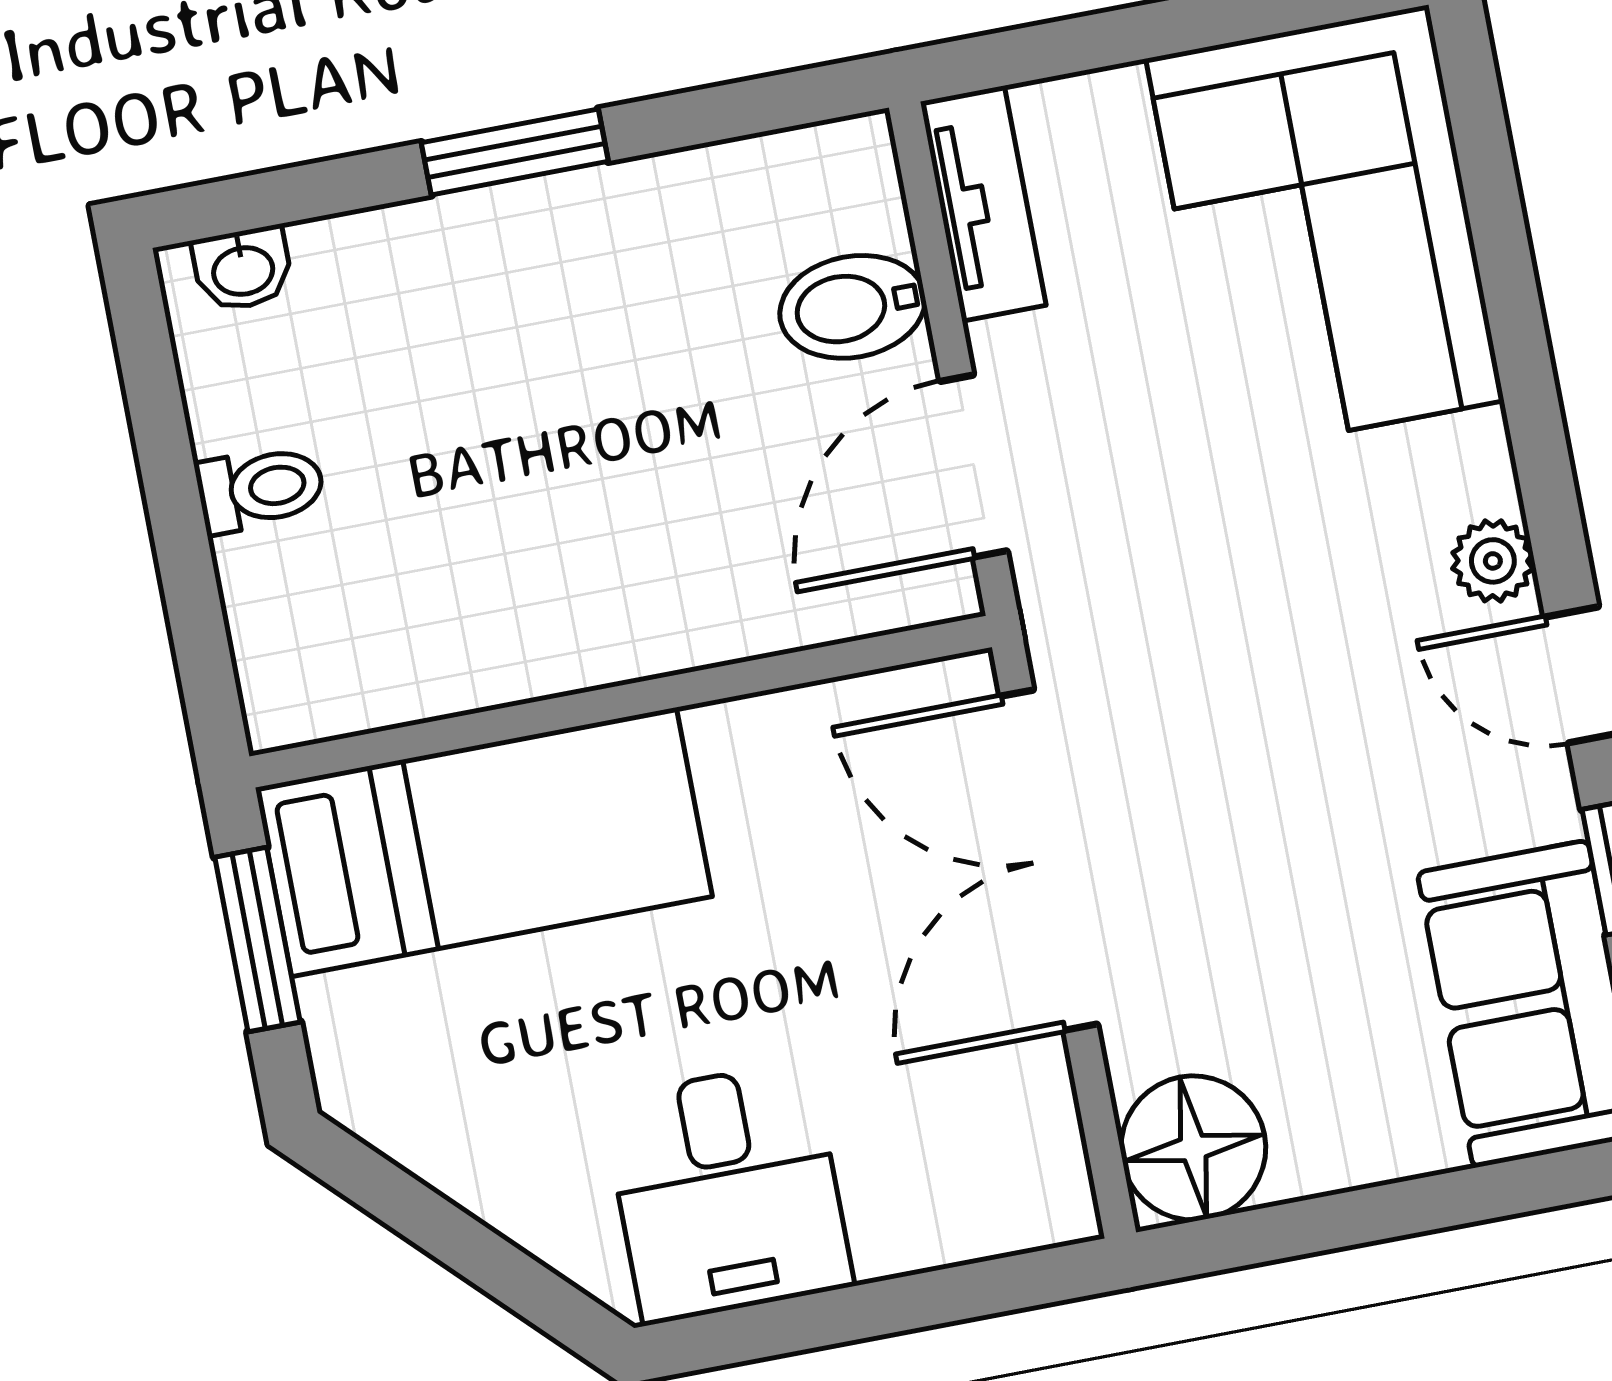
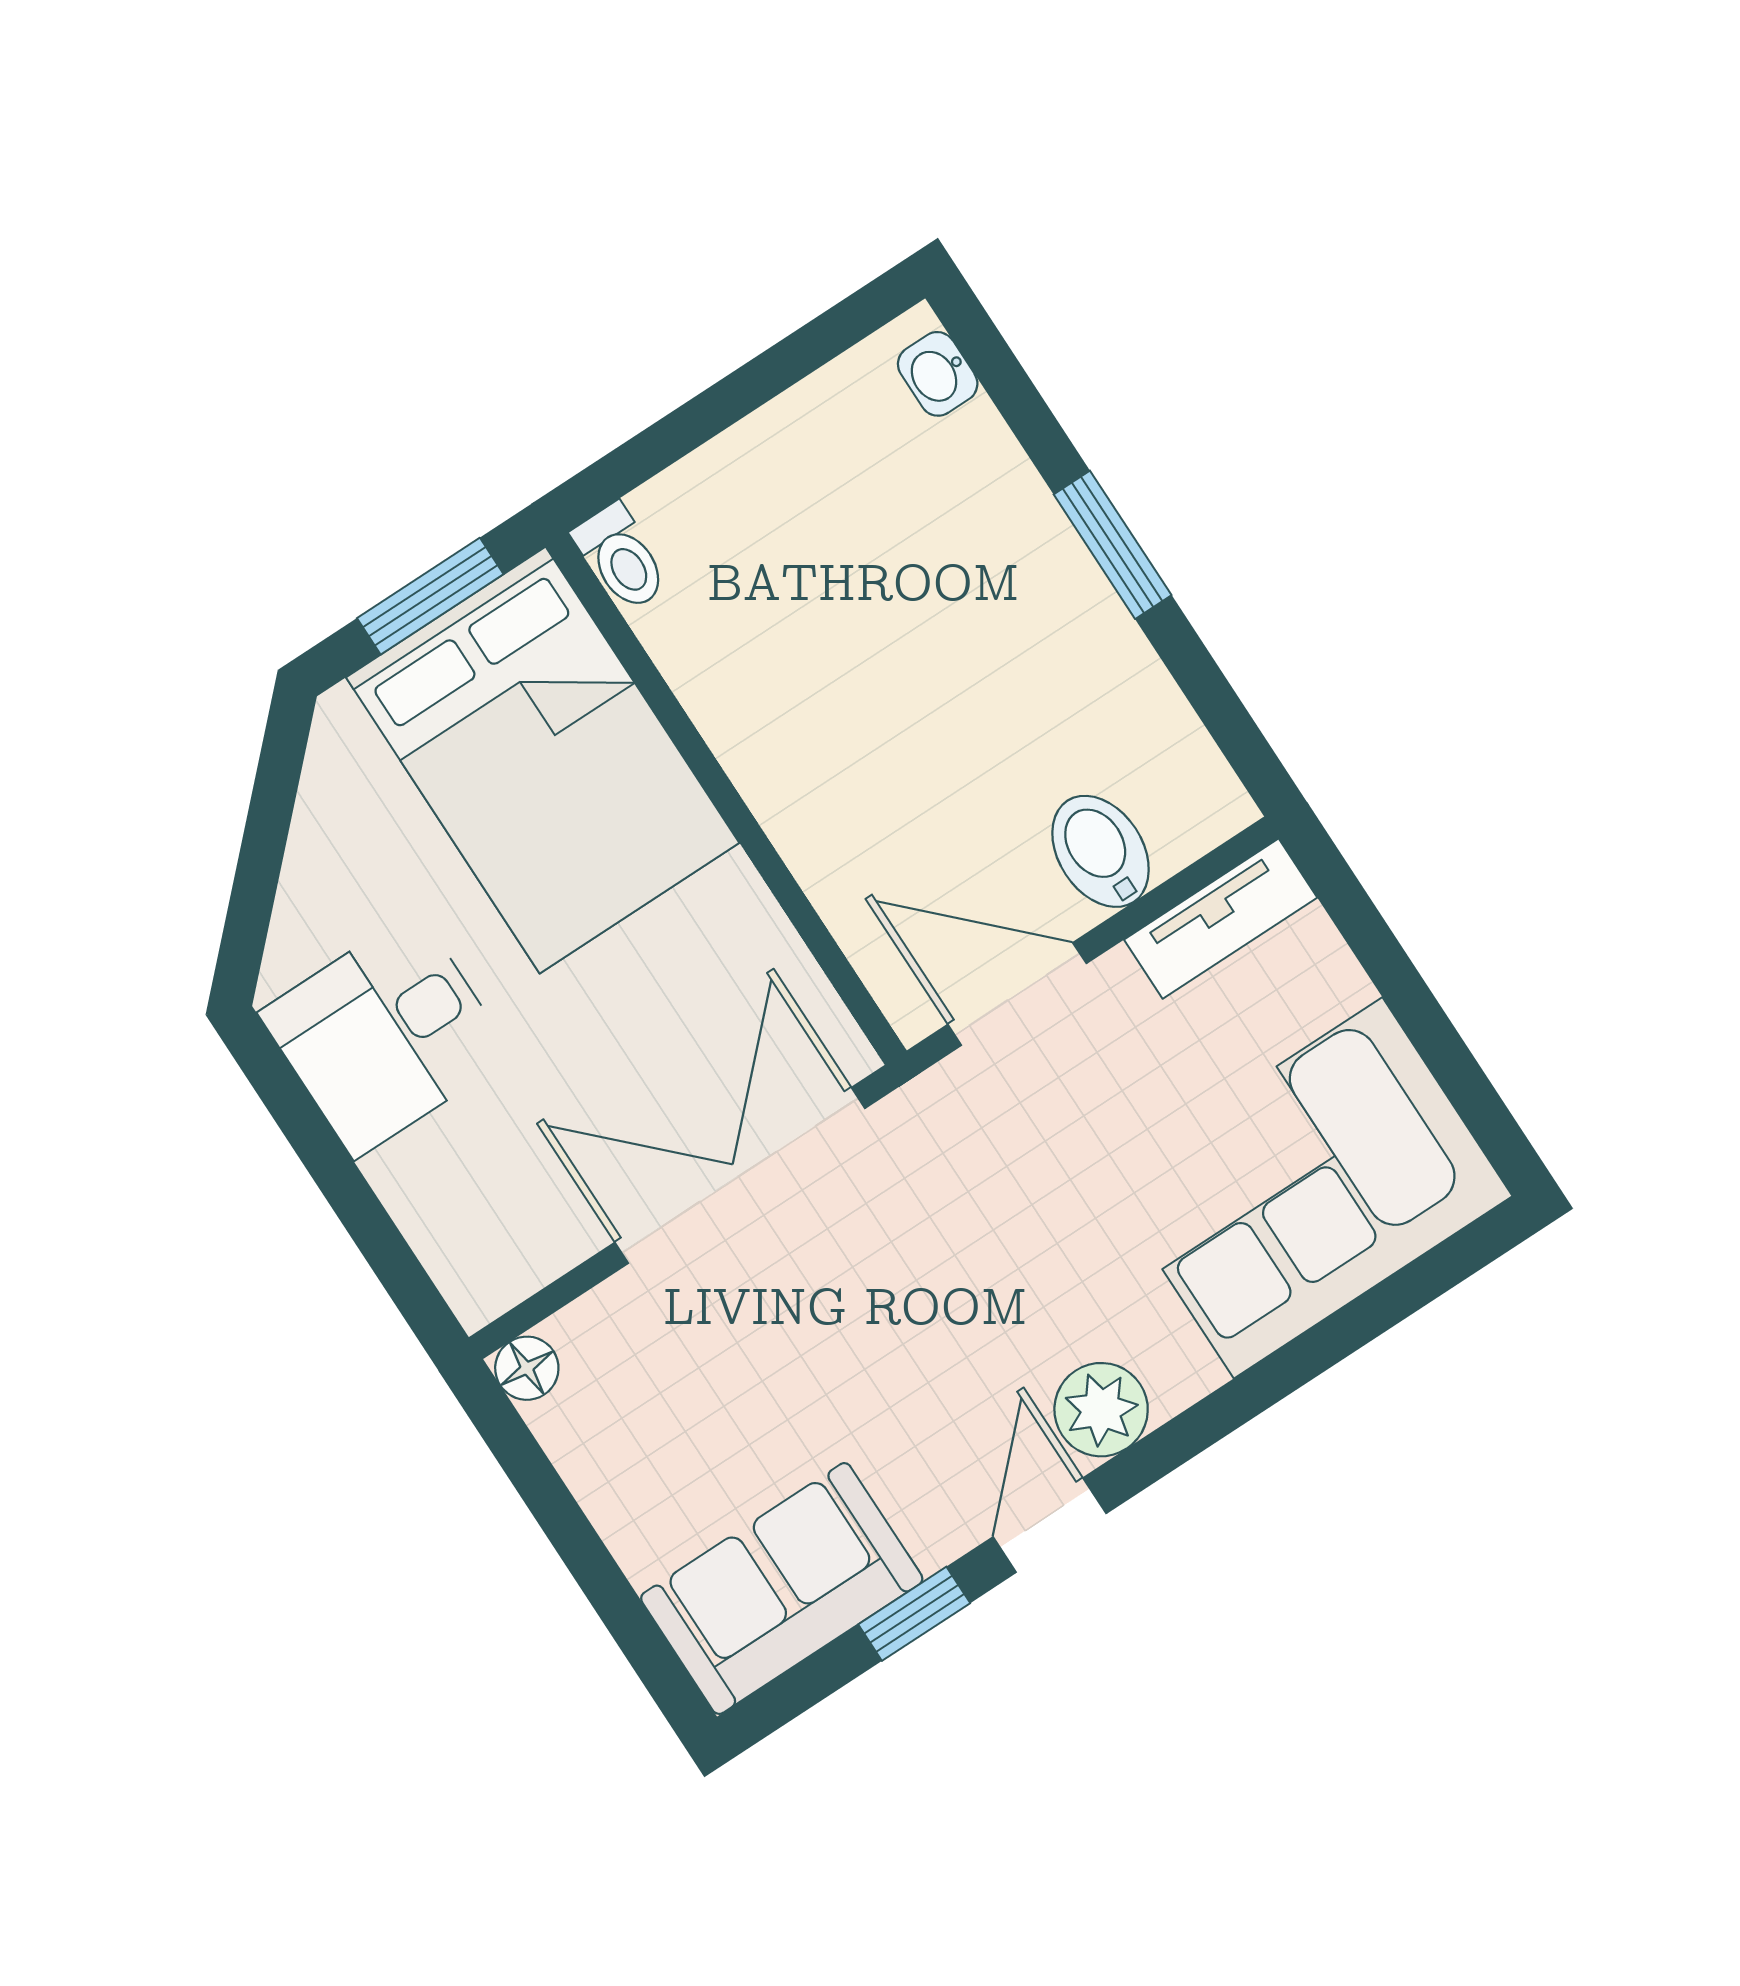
toilet: (260, 489) -> (621, 558), moved
plant: (1493, 561) -> (1101, 1410), width x1.38, depth x1.38
bed: (484, 842) -> (543, 760), width x1.50
floor lamp: (1193, 1148) -> (527, 1368), width x0.53, depth x0.53

